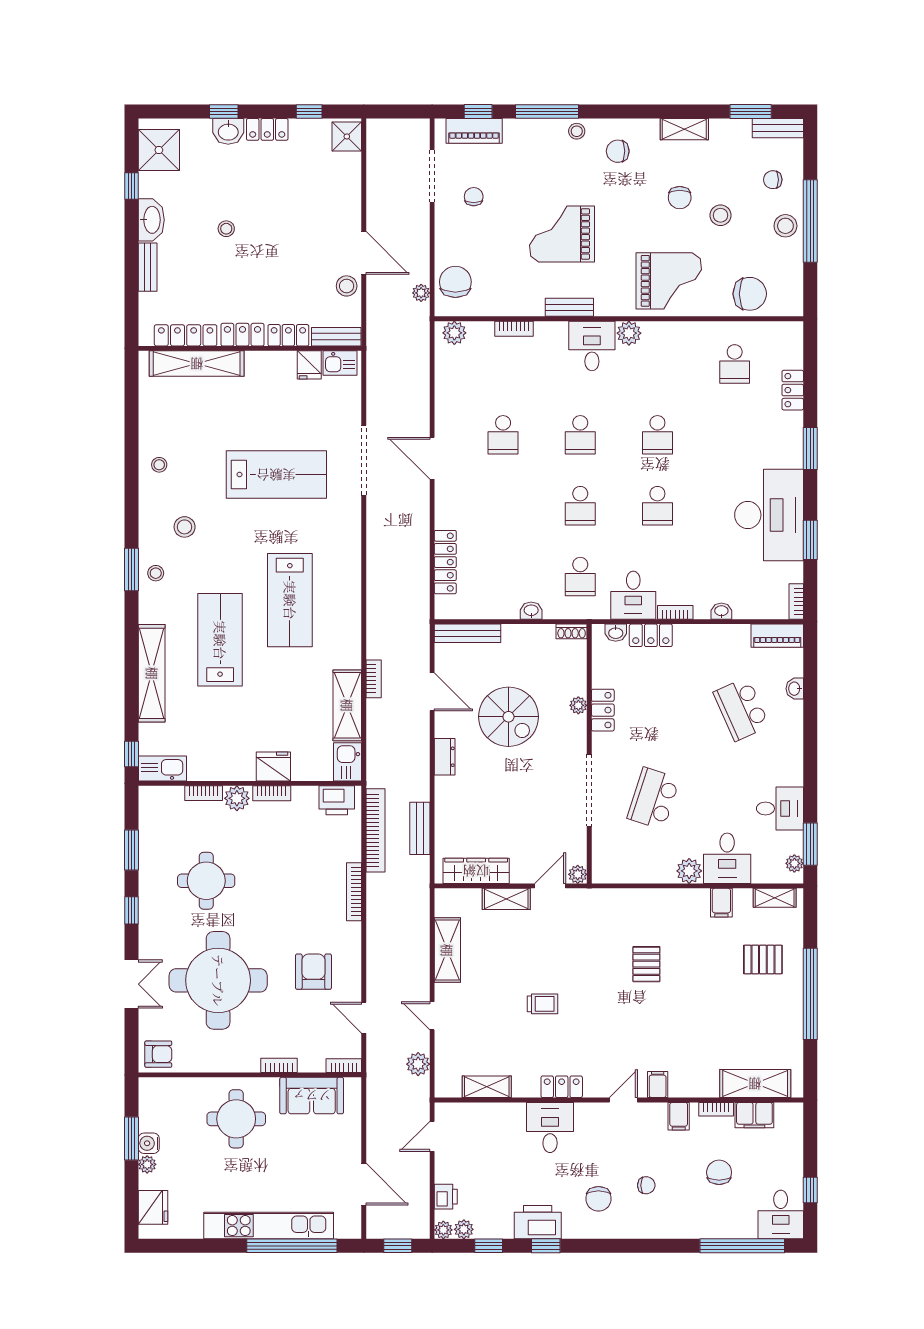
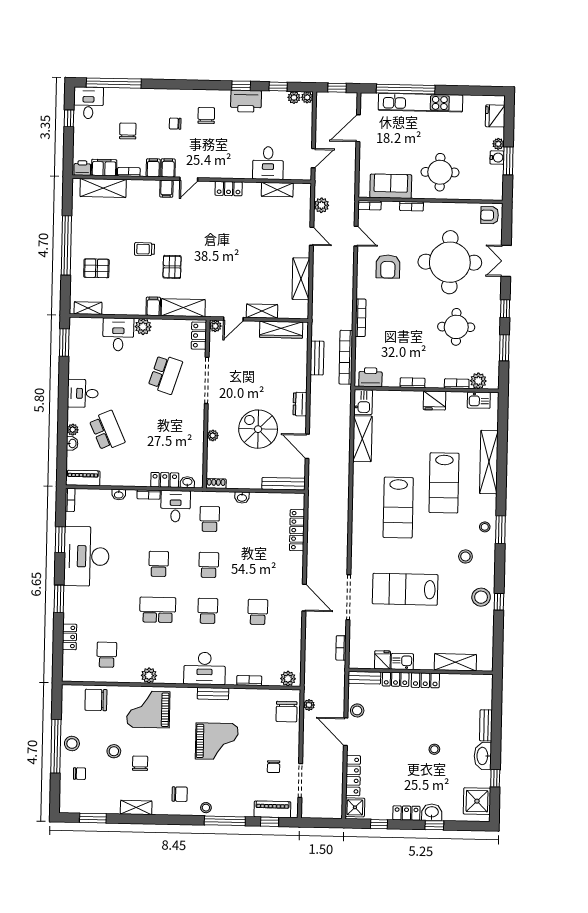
bench: (778, 128) -> (76, 807), removed
plant: (629, 333) -> (149, 675), moved
locker: (186, 335) -> (353, 776), moved, turned -90
desk: (592, 346) -> (205, 668), width x1.37
kitchen sink: (340, 363) -> (402, 661), moved
shelving: (197, 364) -> (455, 662), width x0.68
school desk: (657, 435) -> (158, 610), width x1.85
stool: (159, 465) -> (481, 597), width x1.89, depth x1.89
lab bench: (290, 600) -> (398, 508), turned 180
bookcase: (374, 679) -> (341, 648), moved
locker: (603, 710) -> (199, 336), moved
window: (131, 754) -> (499, 602), moved
fridge: (273, 766) -> (435, 401), moved
kitchen sink: (162, 769) -> (479, 400), width x0.73
plant: (237, 798) -> (478, 381), moved
desk: (780, 809) -> (83, 393), moved
plant: (794, 863) -> (73, 430), moved
shelving: (628, 902) -> (183, 308), added
filing cabinet: (721, 903) -> (153, 306), moved
trolley: (543, 1004) -> (144, 249), moved
filing cabinet: (656, 1117) -> (168, 168), added
desk: (550, 1127) -> (268, 163), moved
chair: (719, 1172) -> (128, 131), turned 180
door: (364, 1184) -> (358, 128), hinge flipped
printer: (446, 1197) -> (82, 168), moved, turned 90

